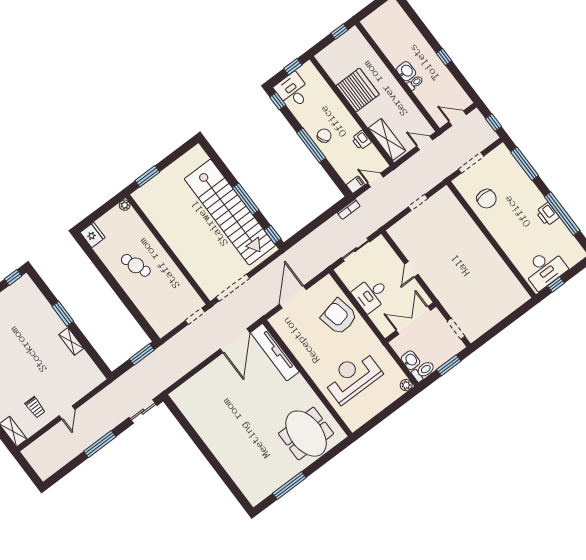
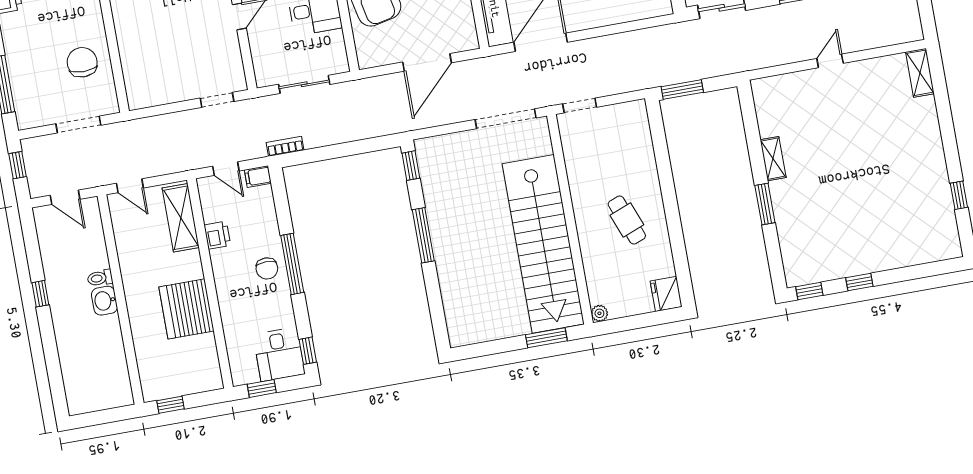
chair: (324, 136) -> (267, 268), turned -60
doorway: (418, 203) -> (217, 100), moved
stairs: (230, 212) -> (543, 244), moved, turned 180
trolley: (35, 407) -> (871, 91), removed

